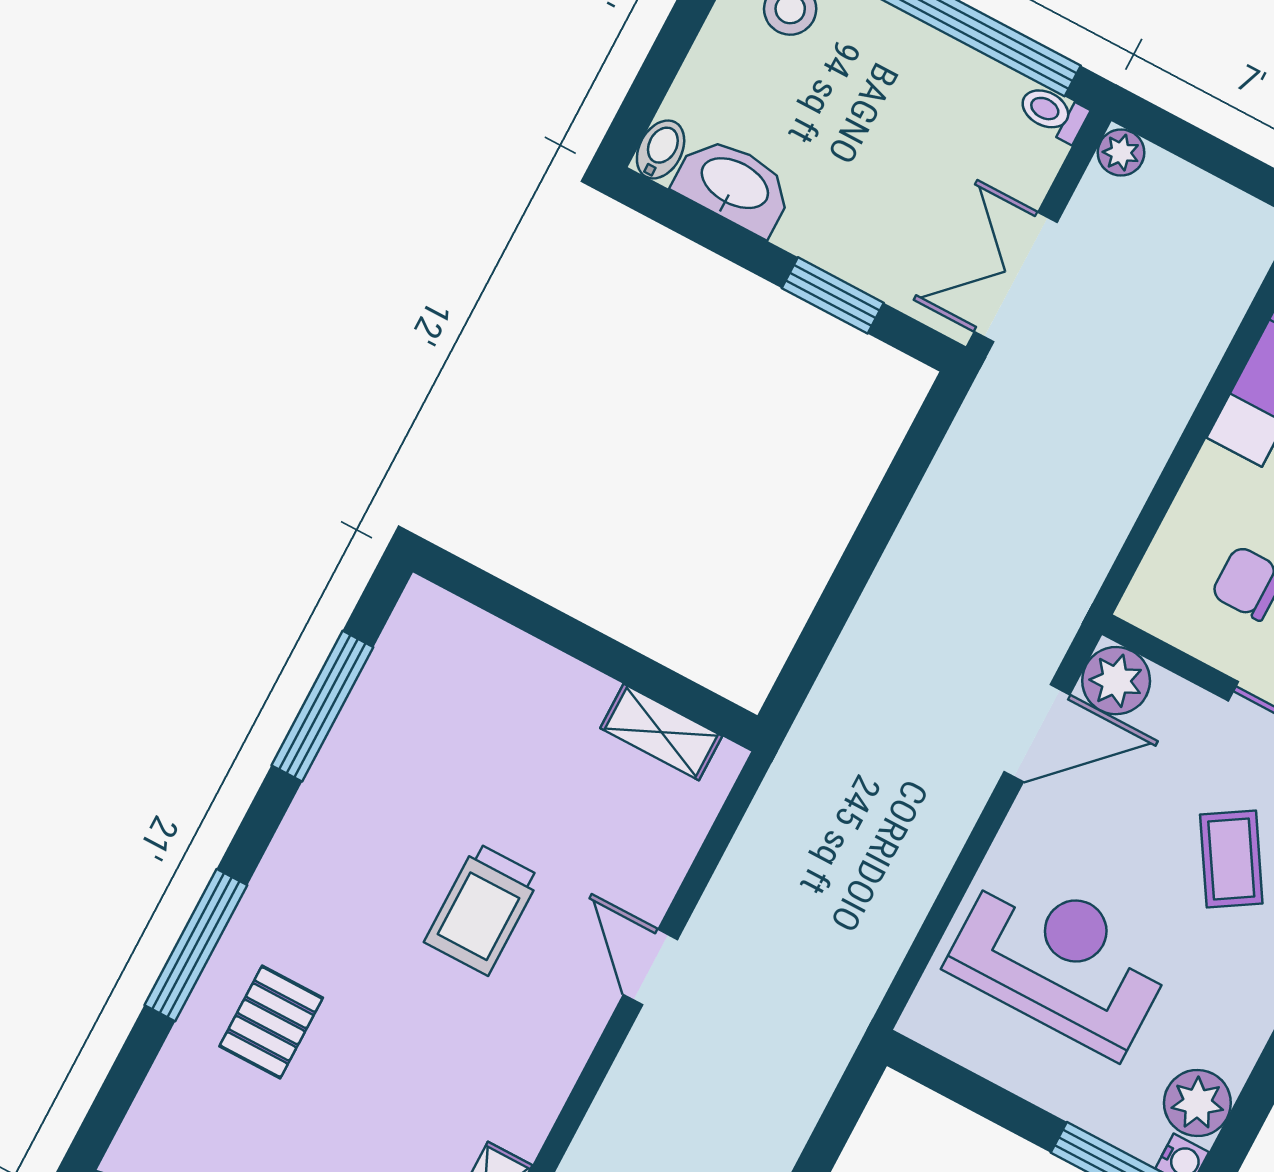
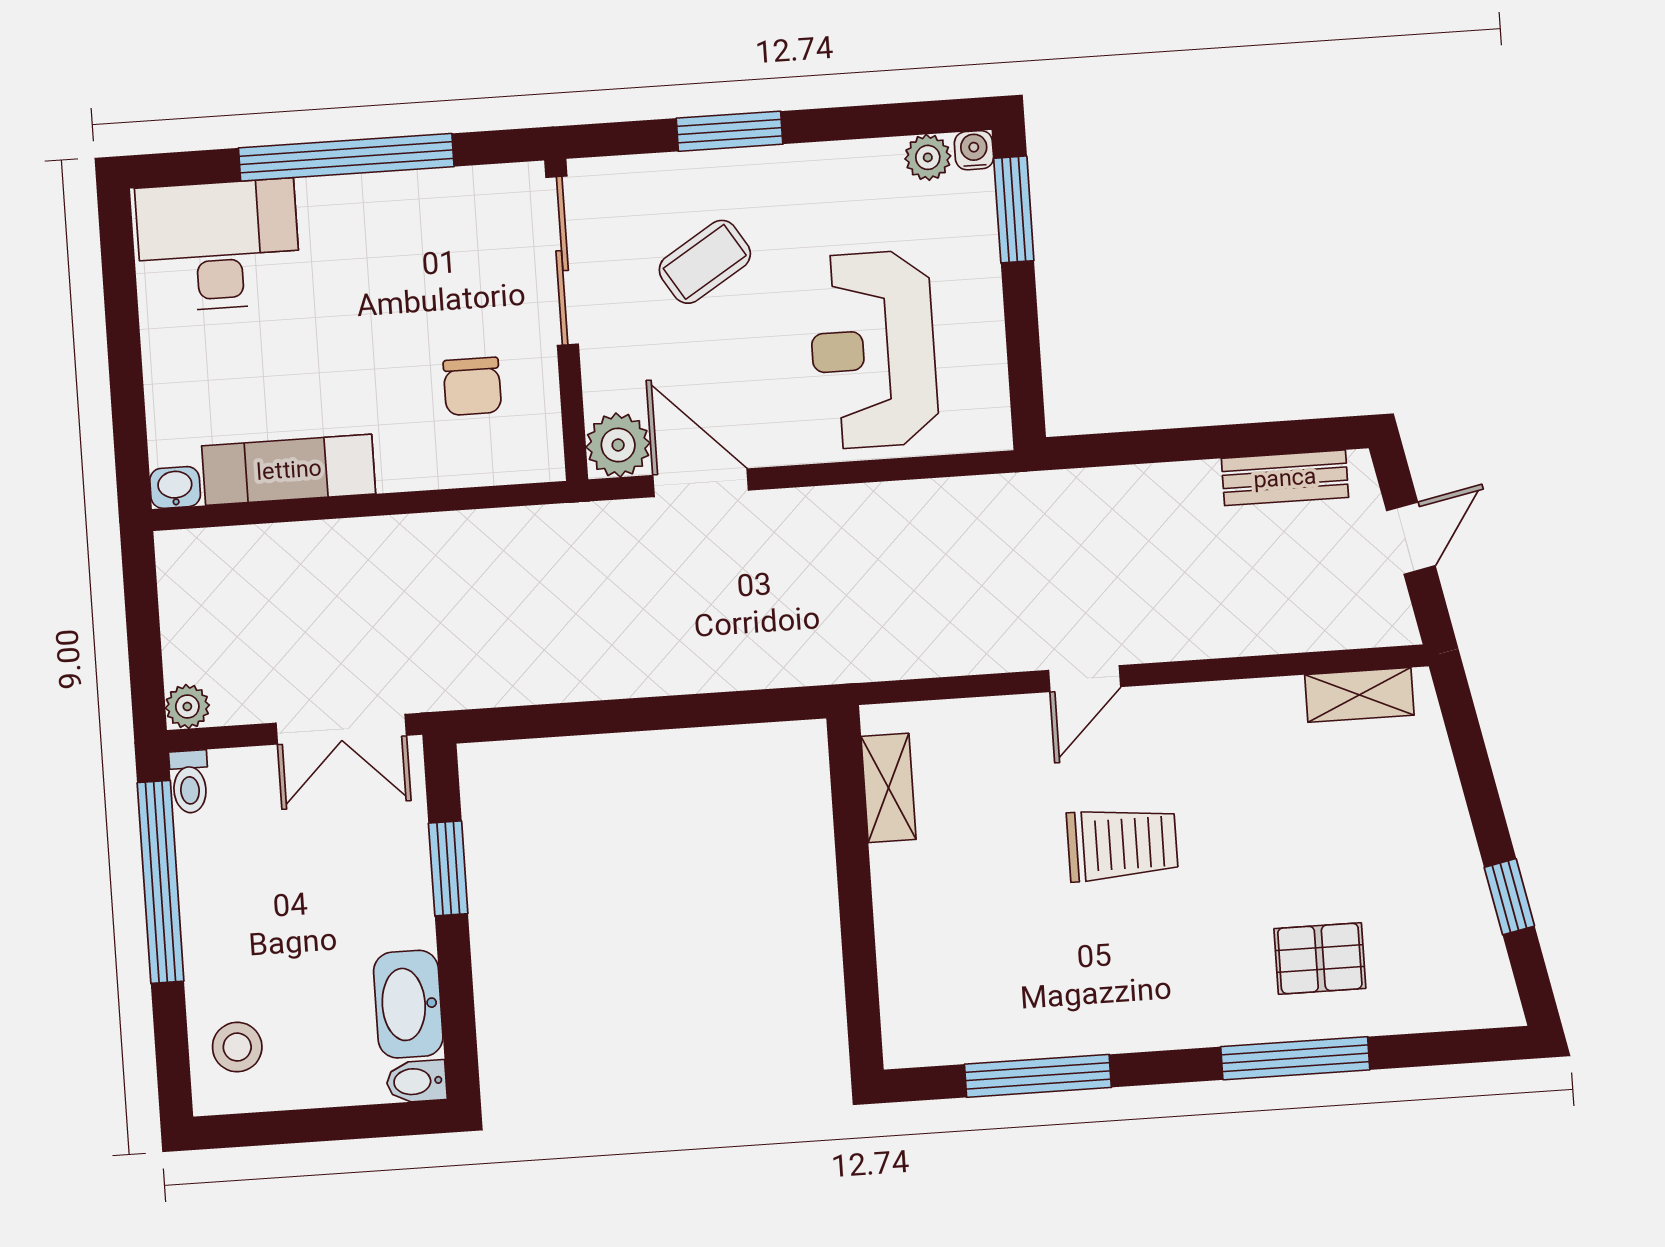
plant: (1197, 1103) -> (928, 157), width x0.73, depth x0.73

